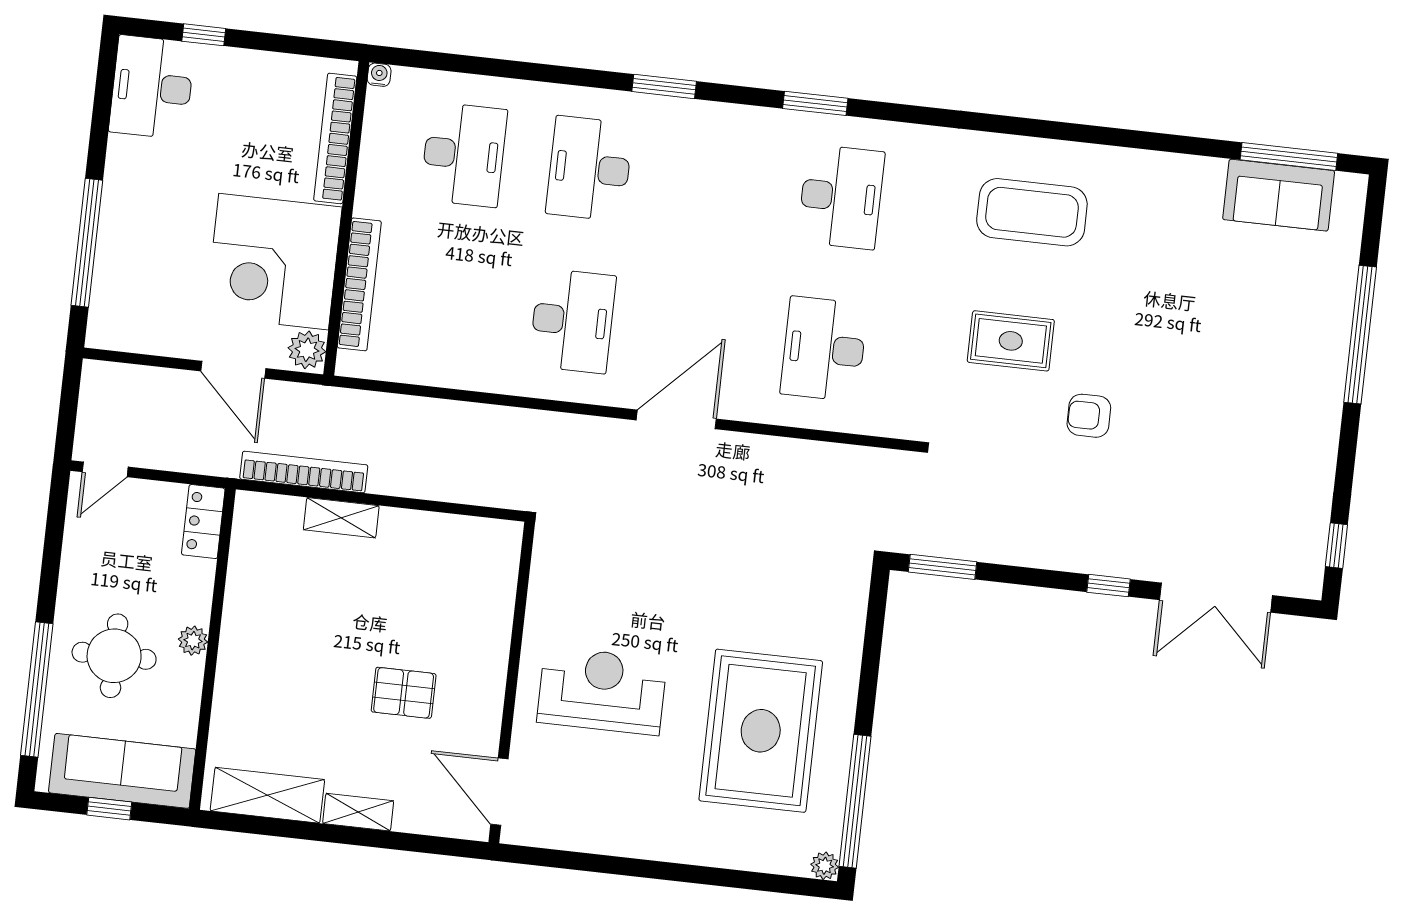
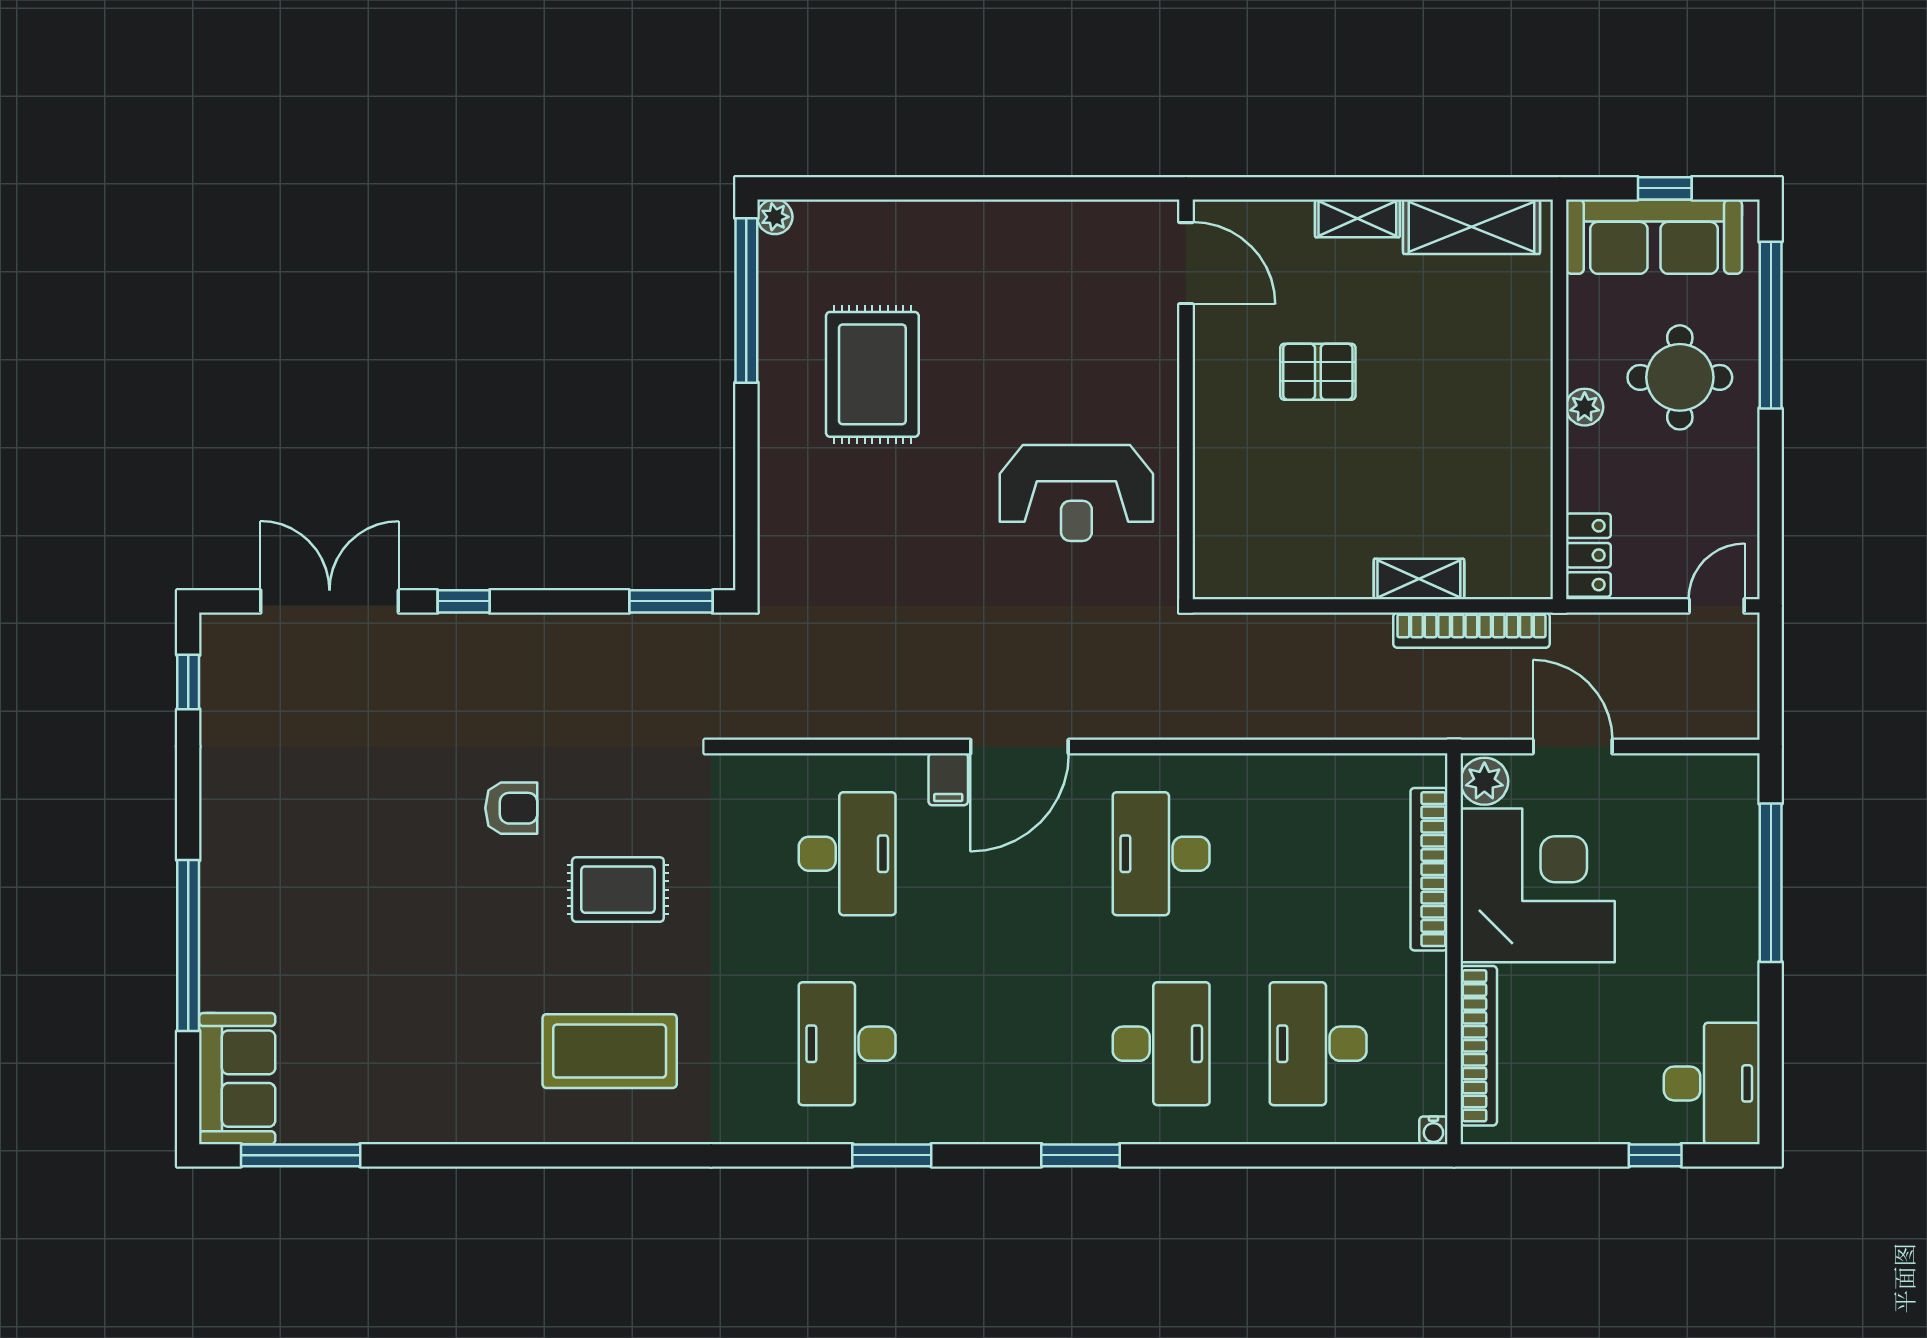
sofa: (1279, 195) -> (237, 1079), moved, turned 90
filing cabinet: (736, 400) -> (948, 779), added
reception desk: (602, 691) -> (1076, 493), moved
rug: (761, 731) -> (872, 374), width x0.73, depth x0.69

